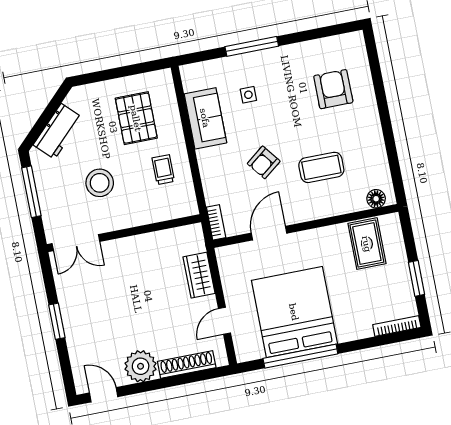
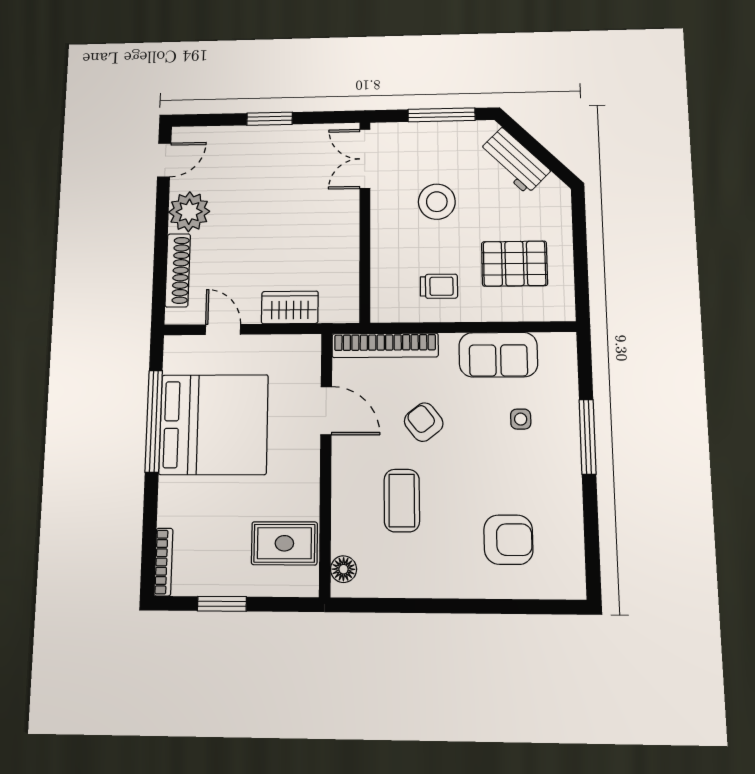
bookcase: (216, 222) -> (385, 345), width x2.31, depth x1.31

